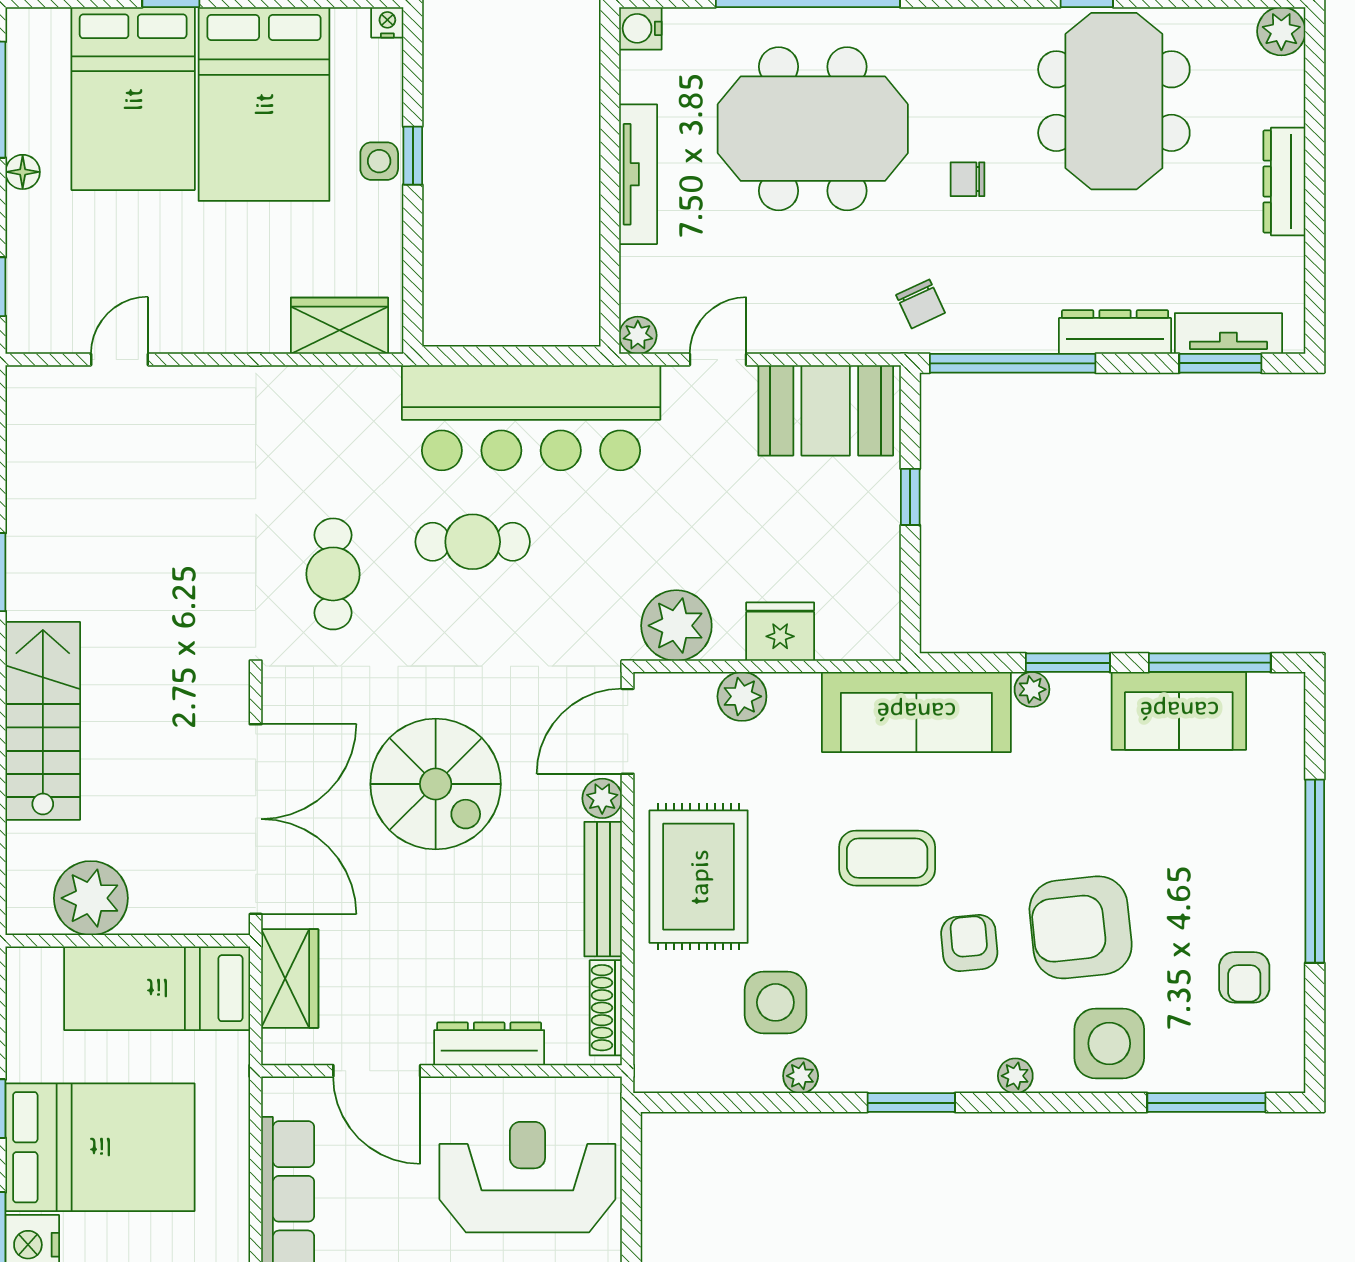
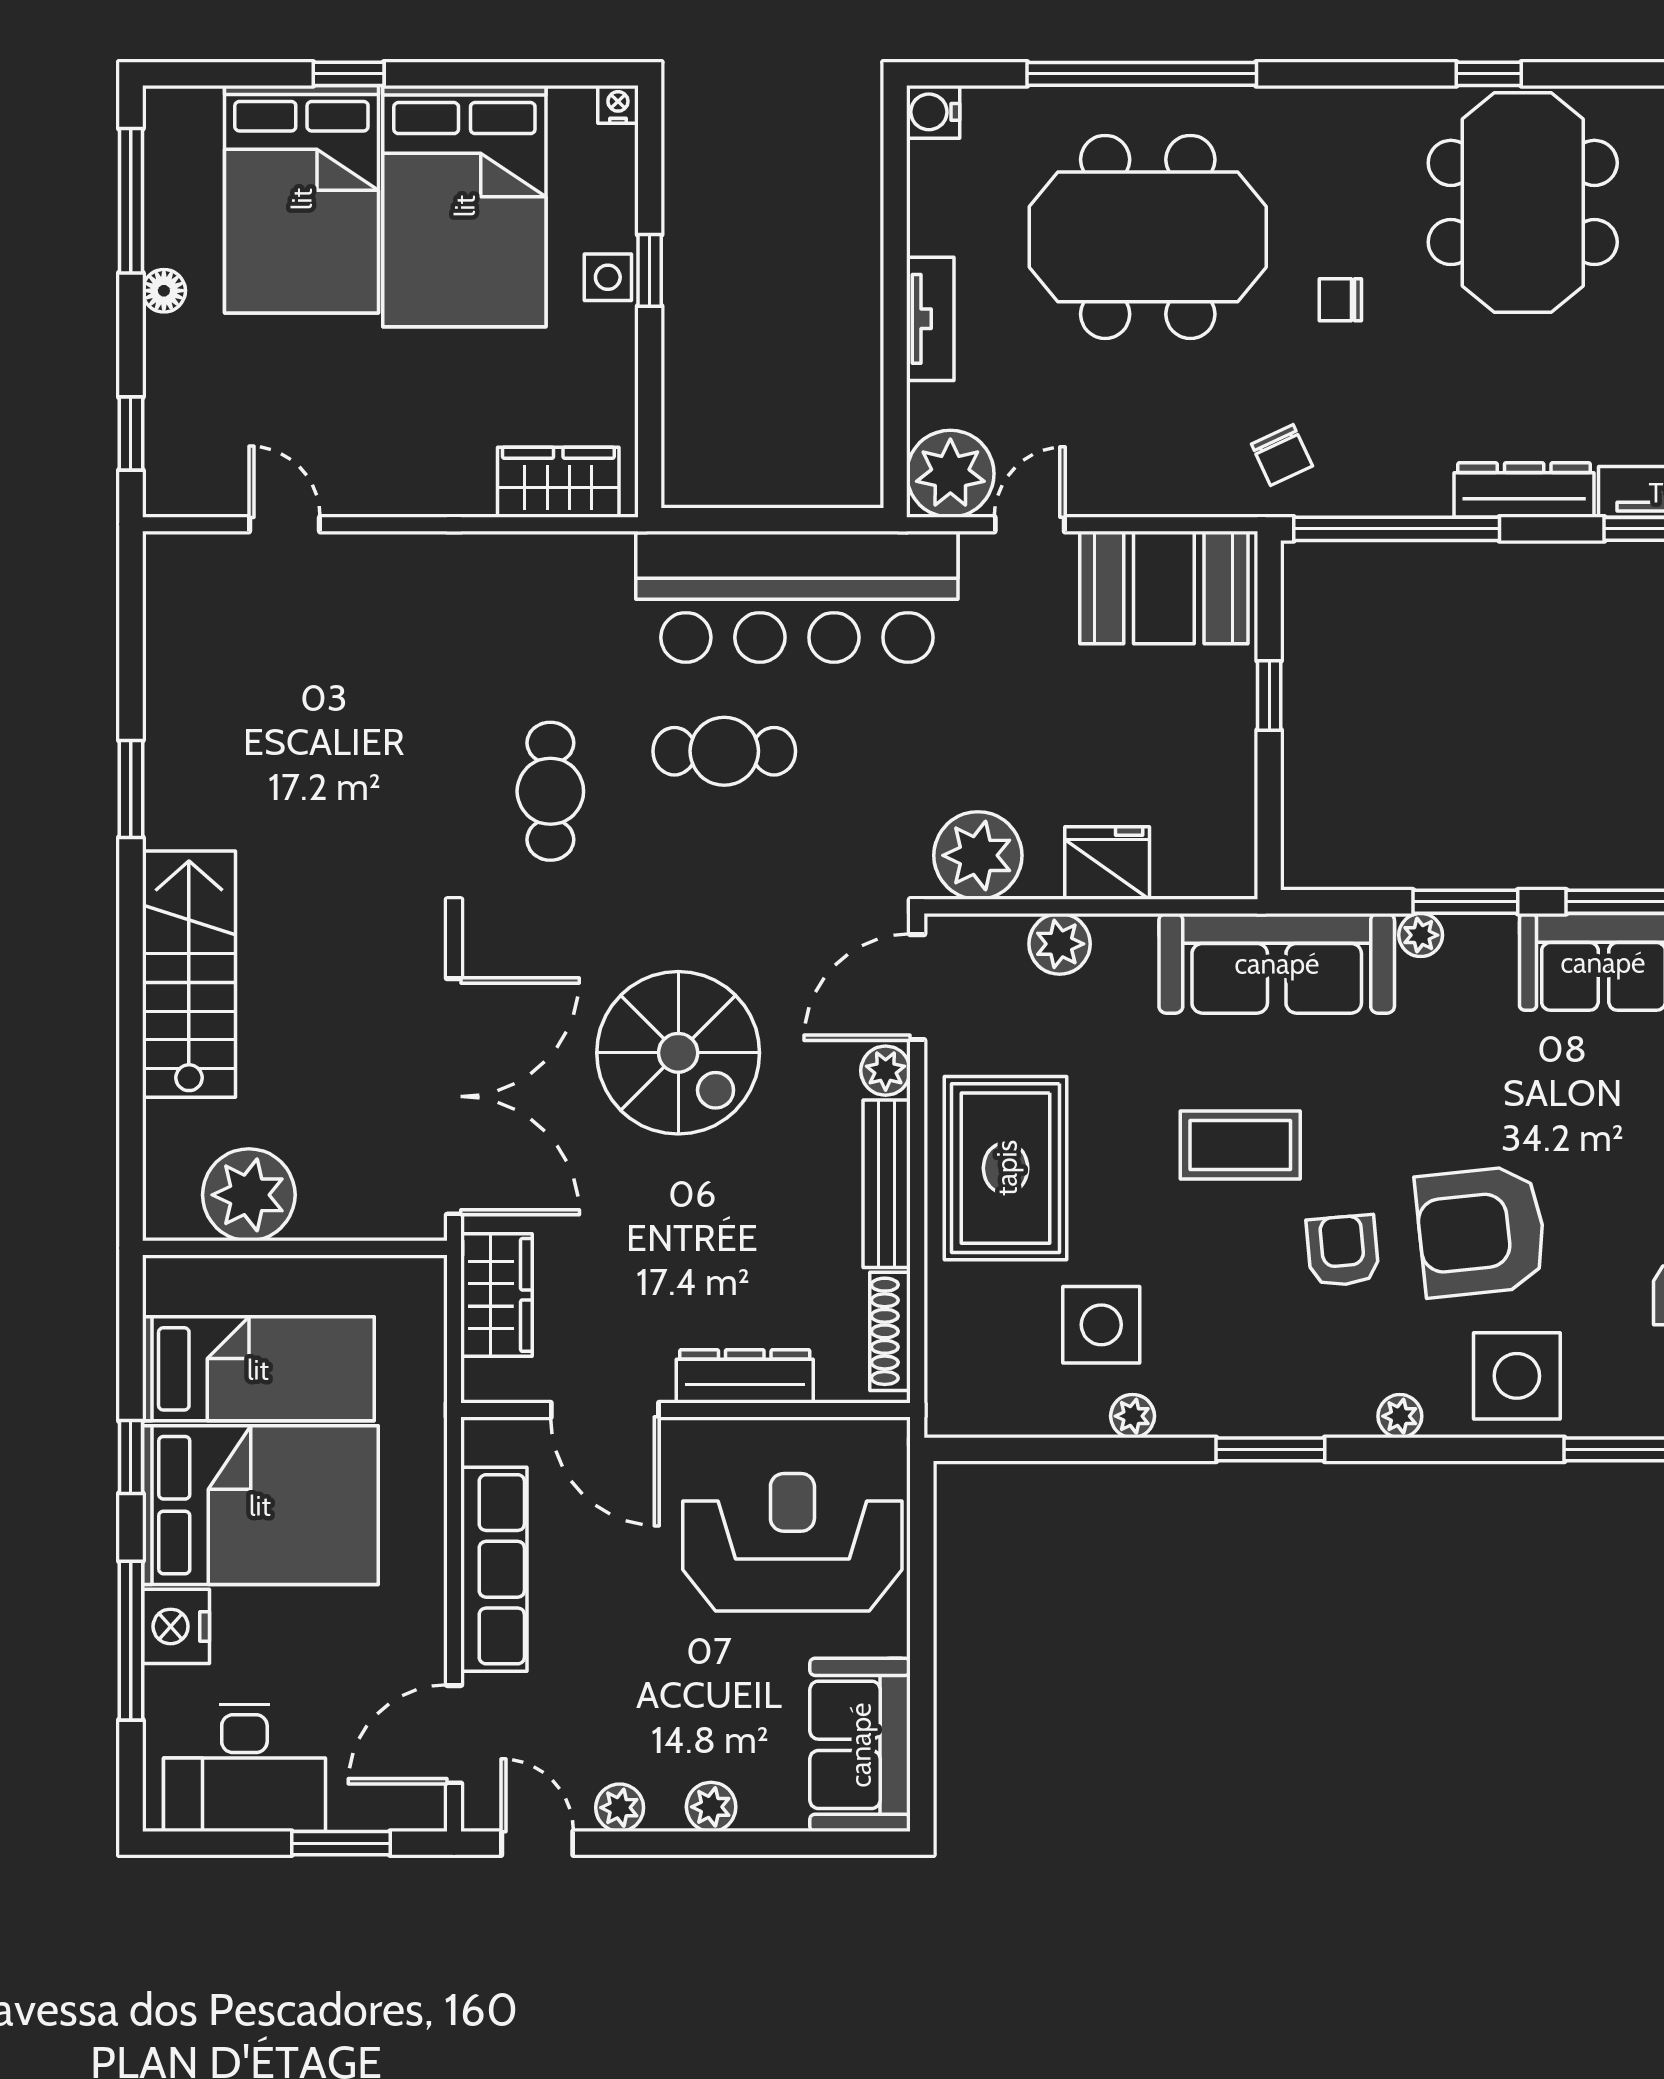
tv unit: (638, 174) -> (930, 319), width x0.71
plant: (638, 335) -> (950, 474), width x1.88, depth x1.88
door: (119, 360) -> (284, 524), hinge flipped
bed: (157, 988) -> (258, 1369), moved, turned 180

